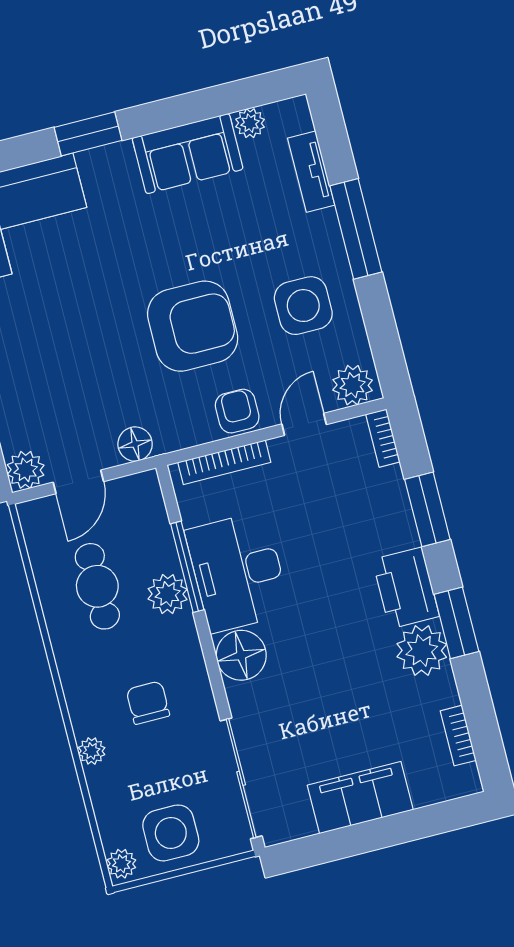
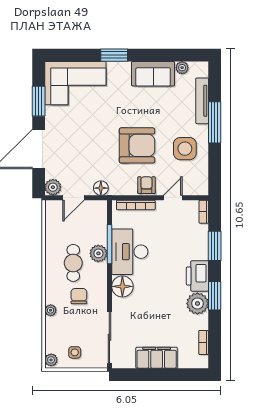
tv unit: (311, 172) -> (202, 101), width x1.41
plant: (353, 385) -> (197, 187), removed
cafe table: (97, 586) -> (73, 263), moved
side table: (171, 833) -> (75, 352), width x0.54, depth x0.54

